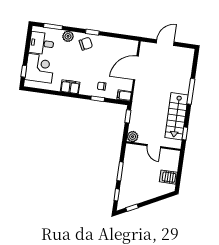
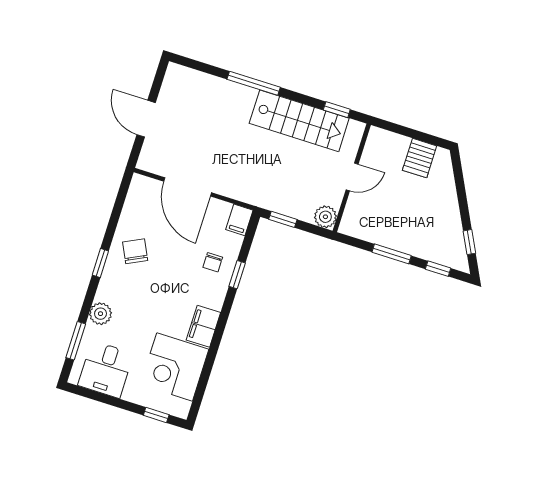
chair: (86, 44) -> (135, 251), moved
corner desk: (40, 68) -> (175, 367), moved, turned -90

